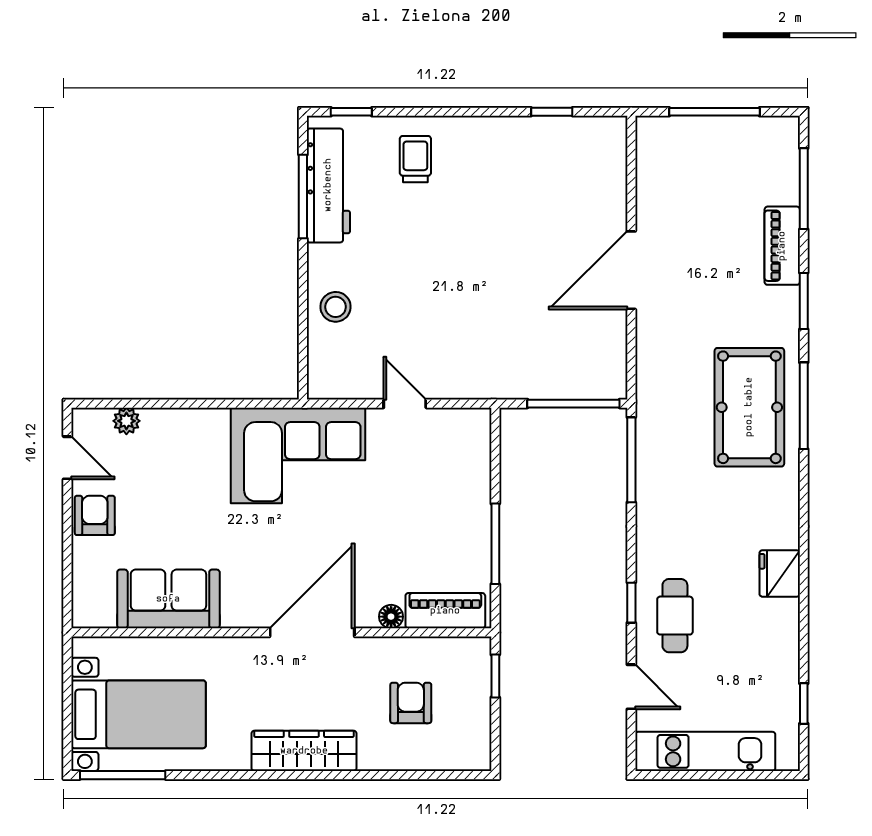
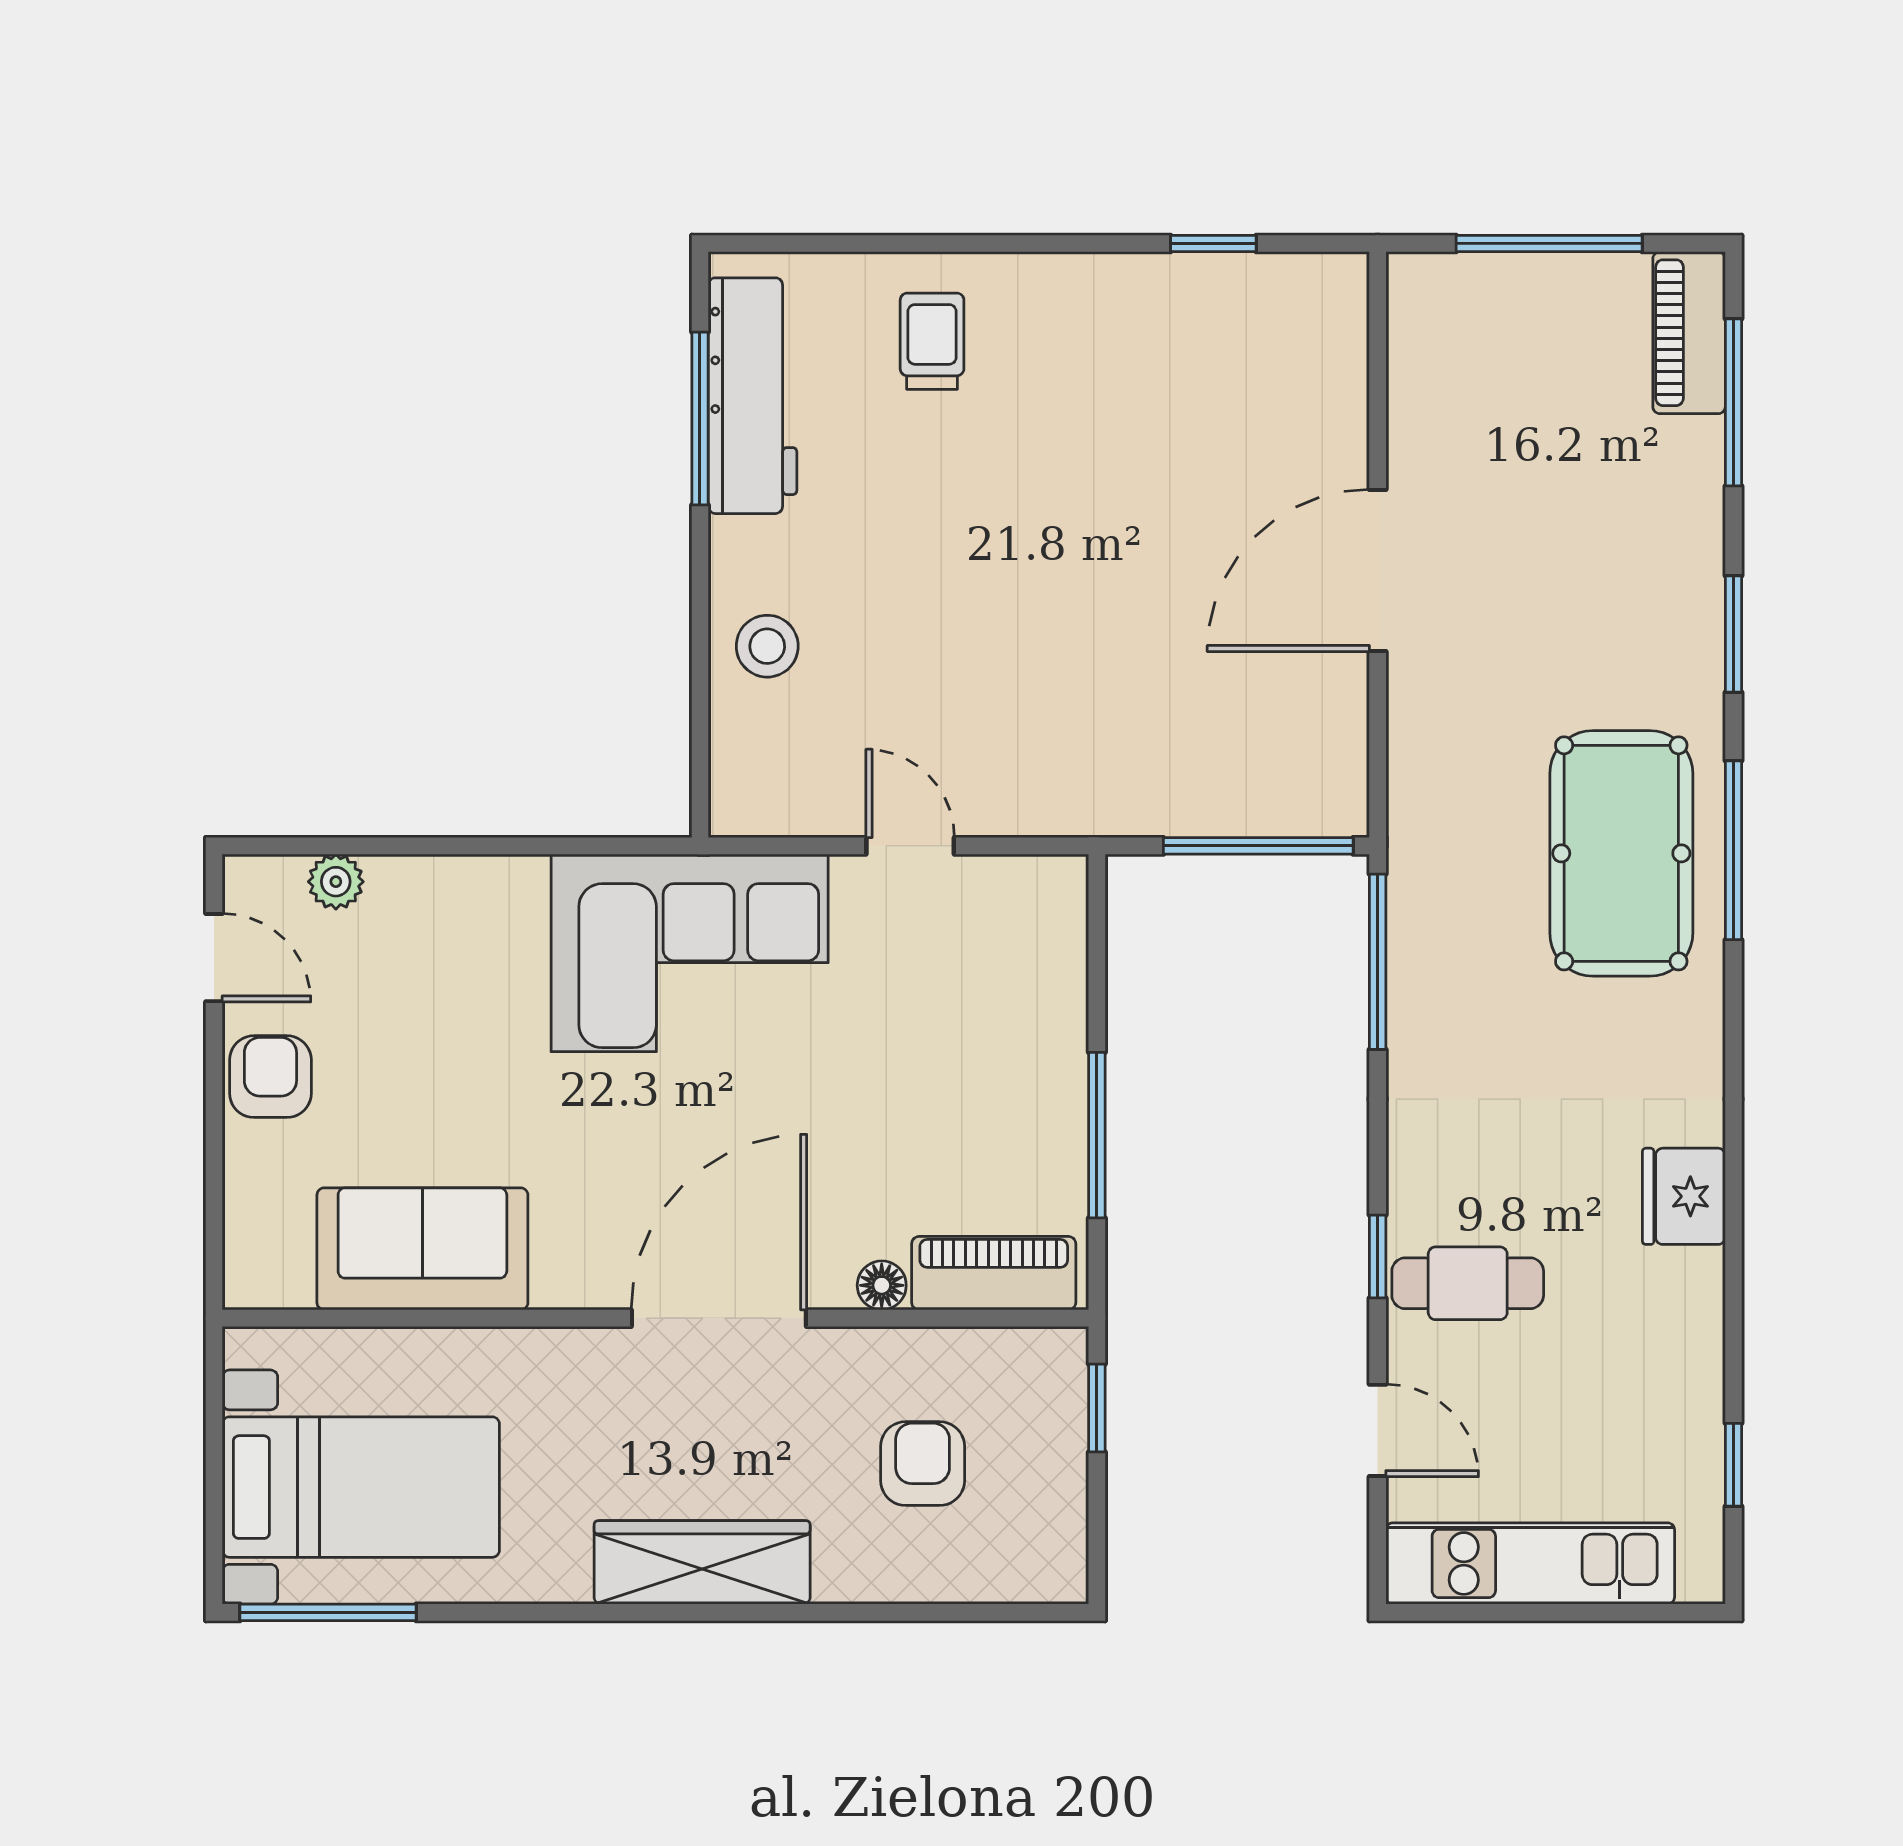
window: (351, 112) -> (800, 243), removed
piano: (782, 246) -> (1689, 333), moved
cafe table: (675, 616) -> (1468, 1283), turned 90

